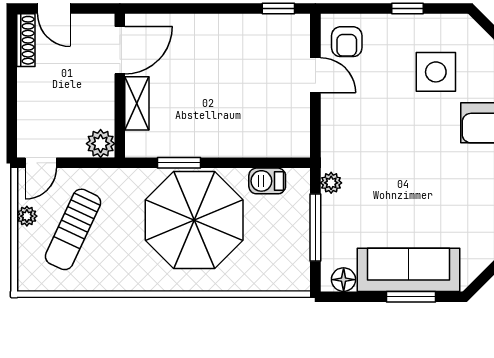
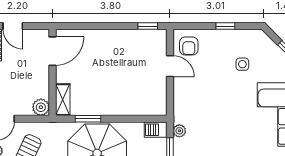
side table: (436, 72) -> (242, 64), width x0.54, depth x0.54
shelving: (137, 103) -> (63, 100), moved
barbecue: (267, 181) -> (155, 130), moved

